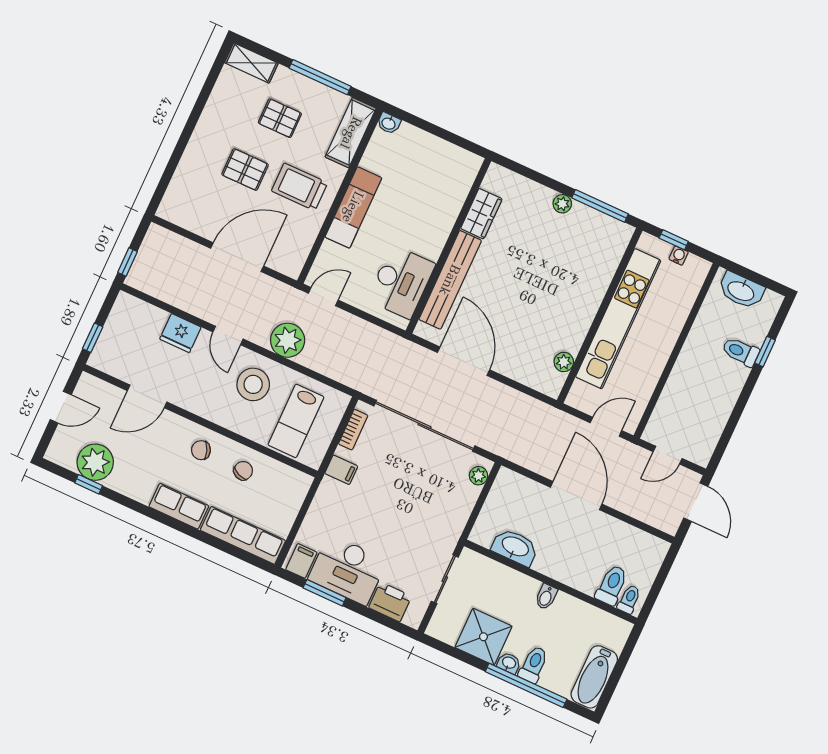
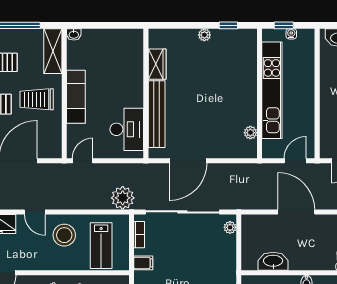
window: (600, 206) -> (228, 25), width x0.46
plant: (288, 340) -> (123, 198), moved
door: (464, 361) -> (188, 161), swing flipped

